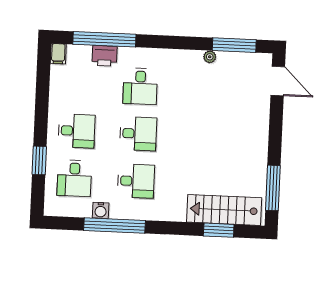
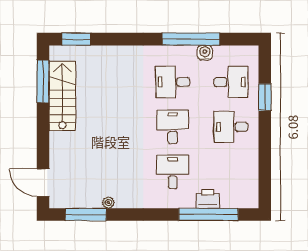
filing cabinet: (58, 54) -> (251, 199), removed
desk: (138, 134) -> (173, 127), turned 90
desk: (74, 178) -> (231, 82), turned 90
stairs: (224, 210) -> (62, 96), moved, turned -90
window: (219, 230) -> (76, 39), moved

